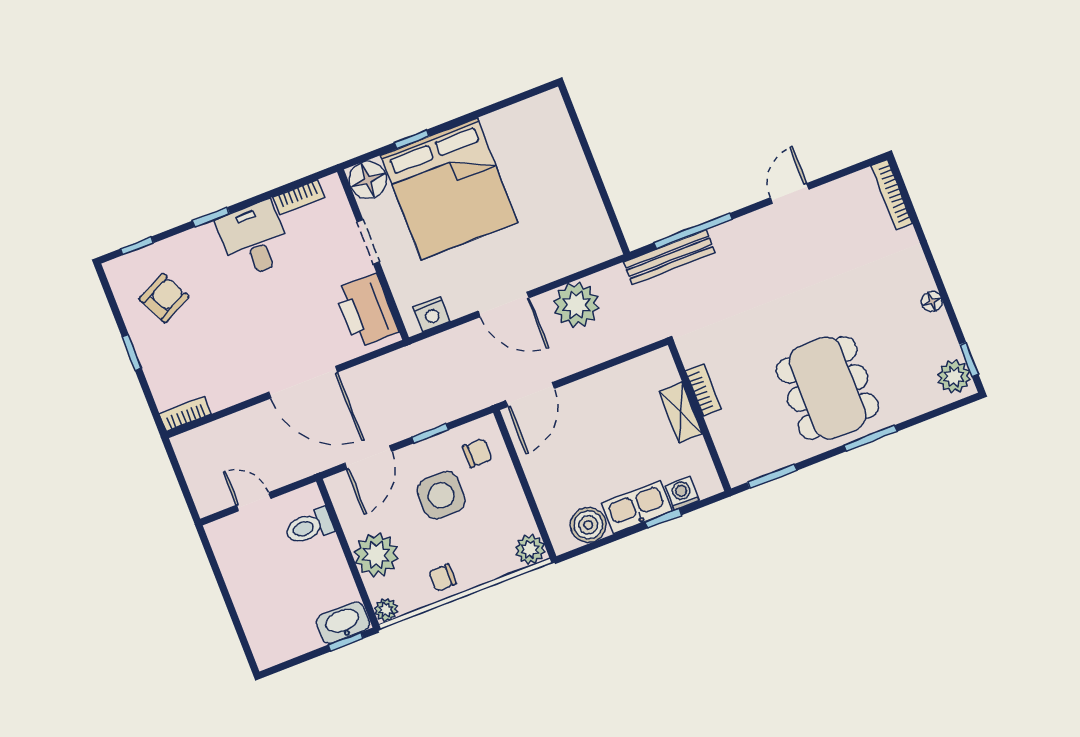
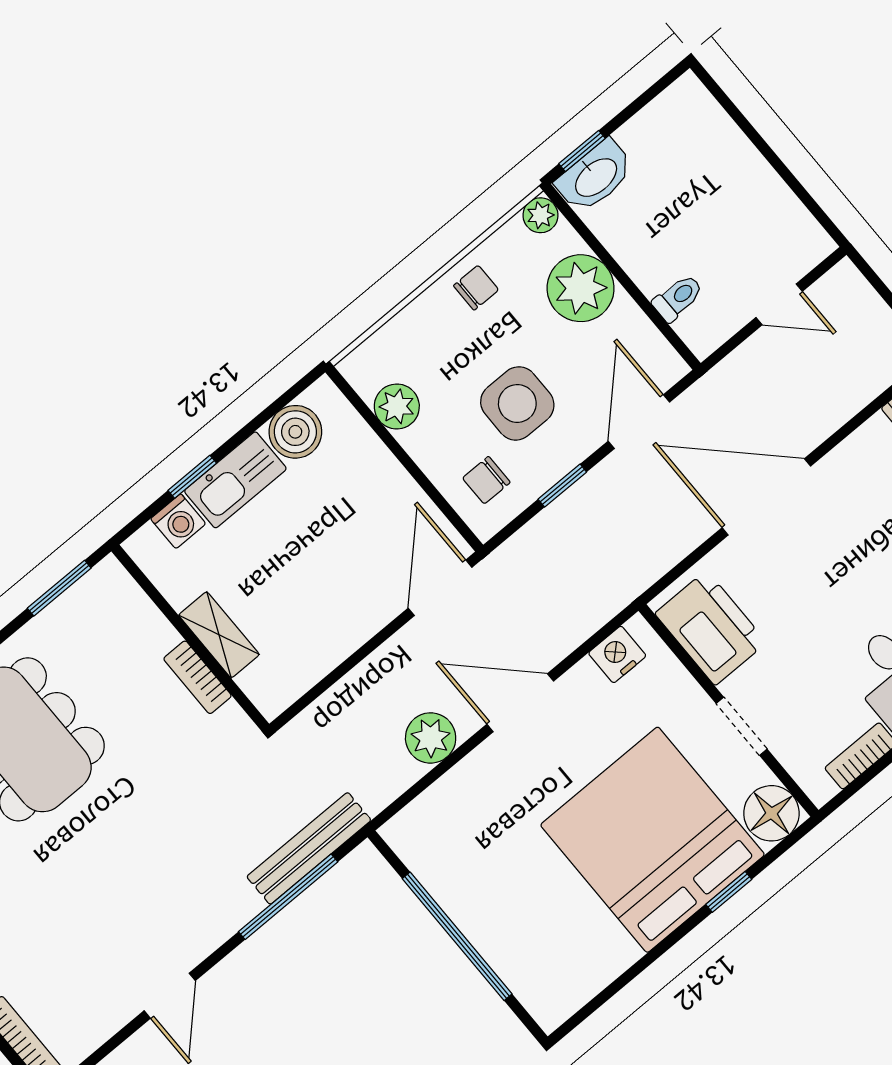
window: (594, 169) -> (457, 936), added
plant: (576, 305) -> (431, 738), width x0.73, depth x0.73
toilet: (309, 527) -> (678, 298), width x0.73, depth x0.72
plant: (530, 549) -> (397, 406), moved

